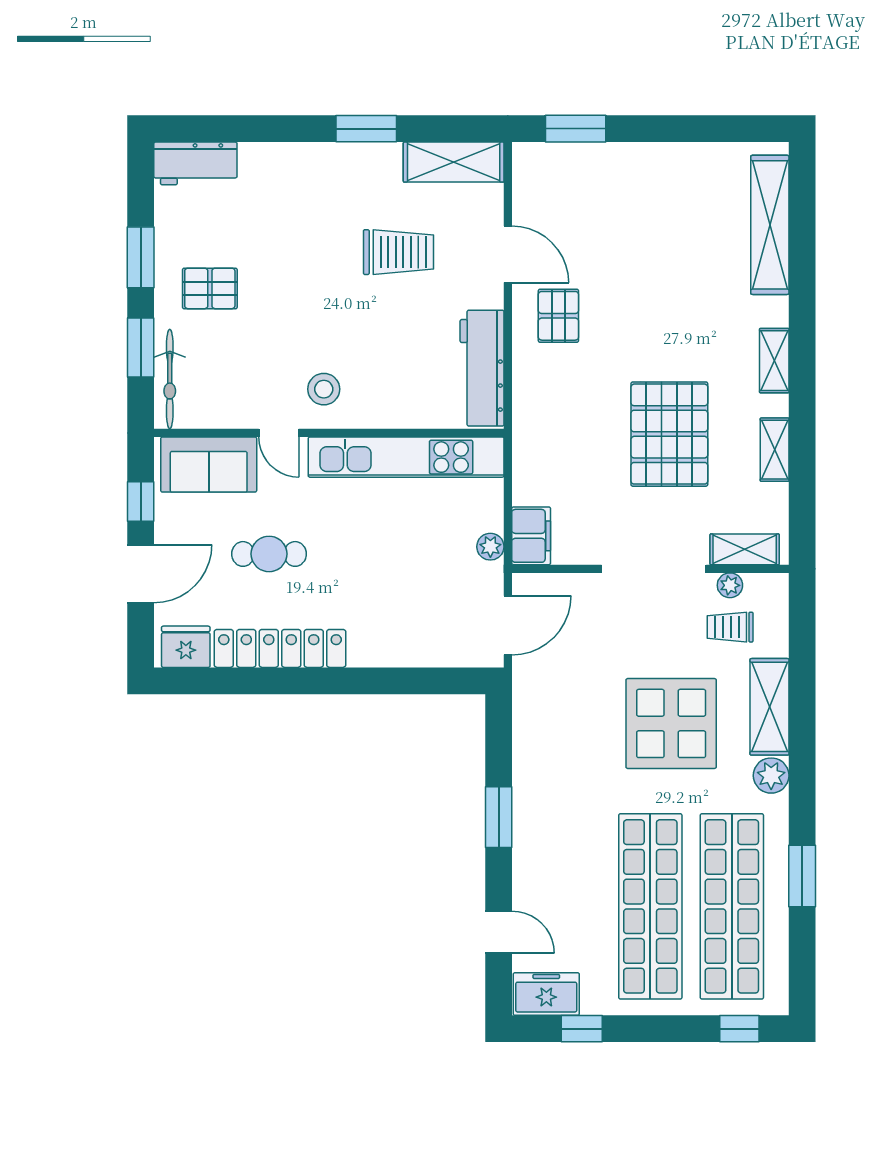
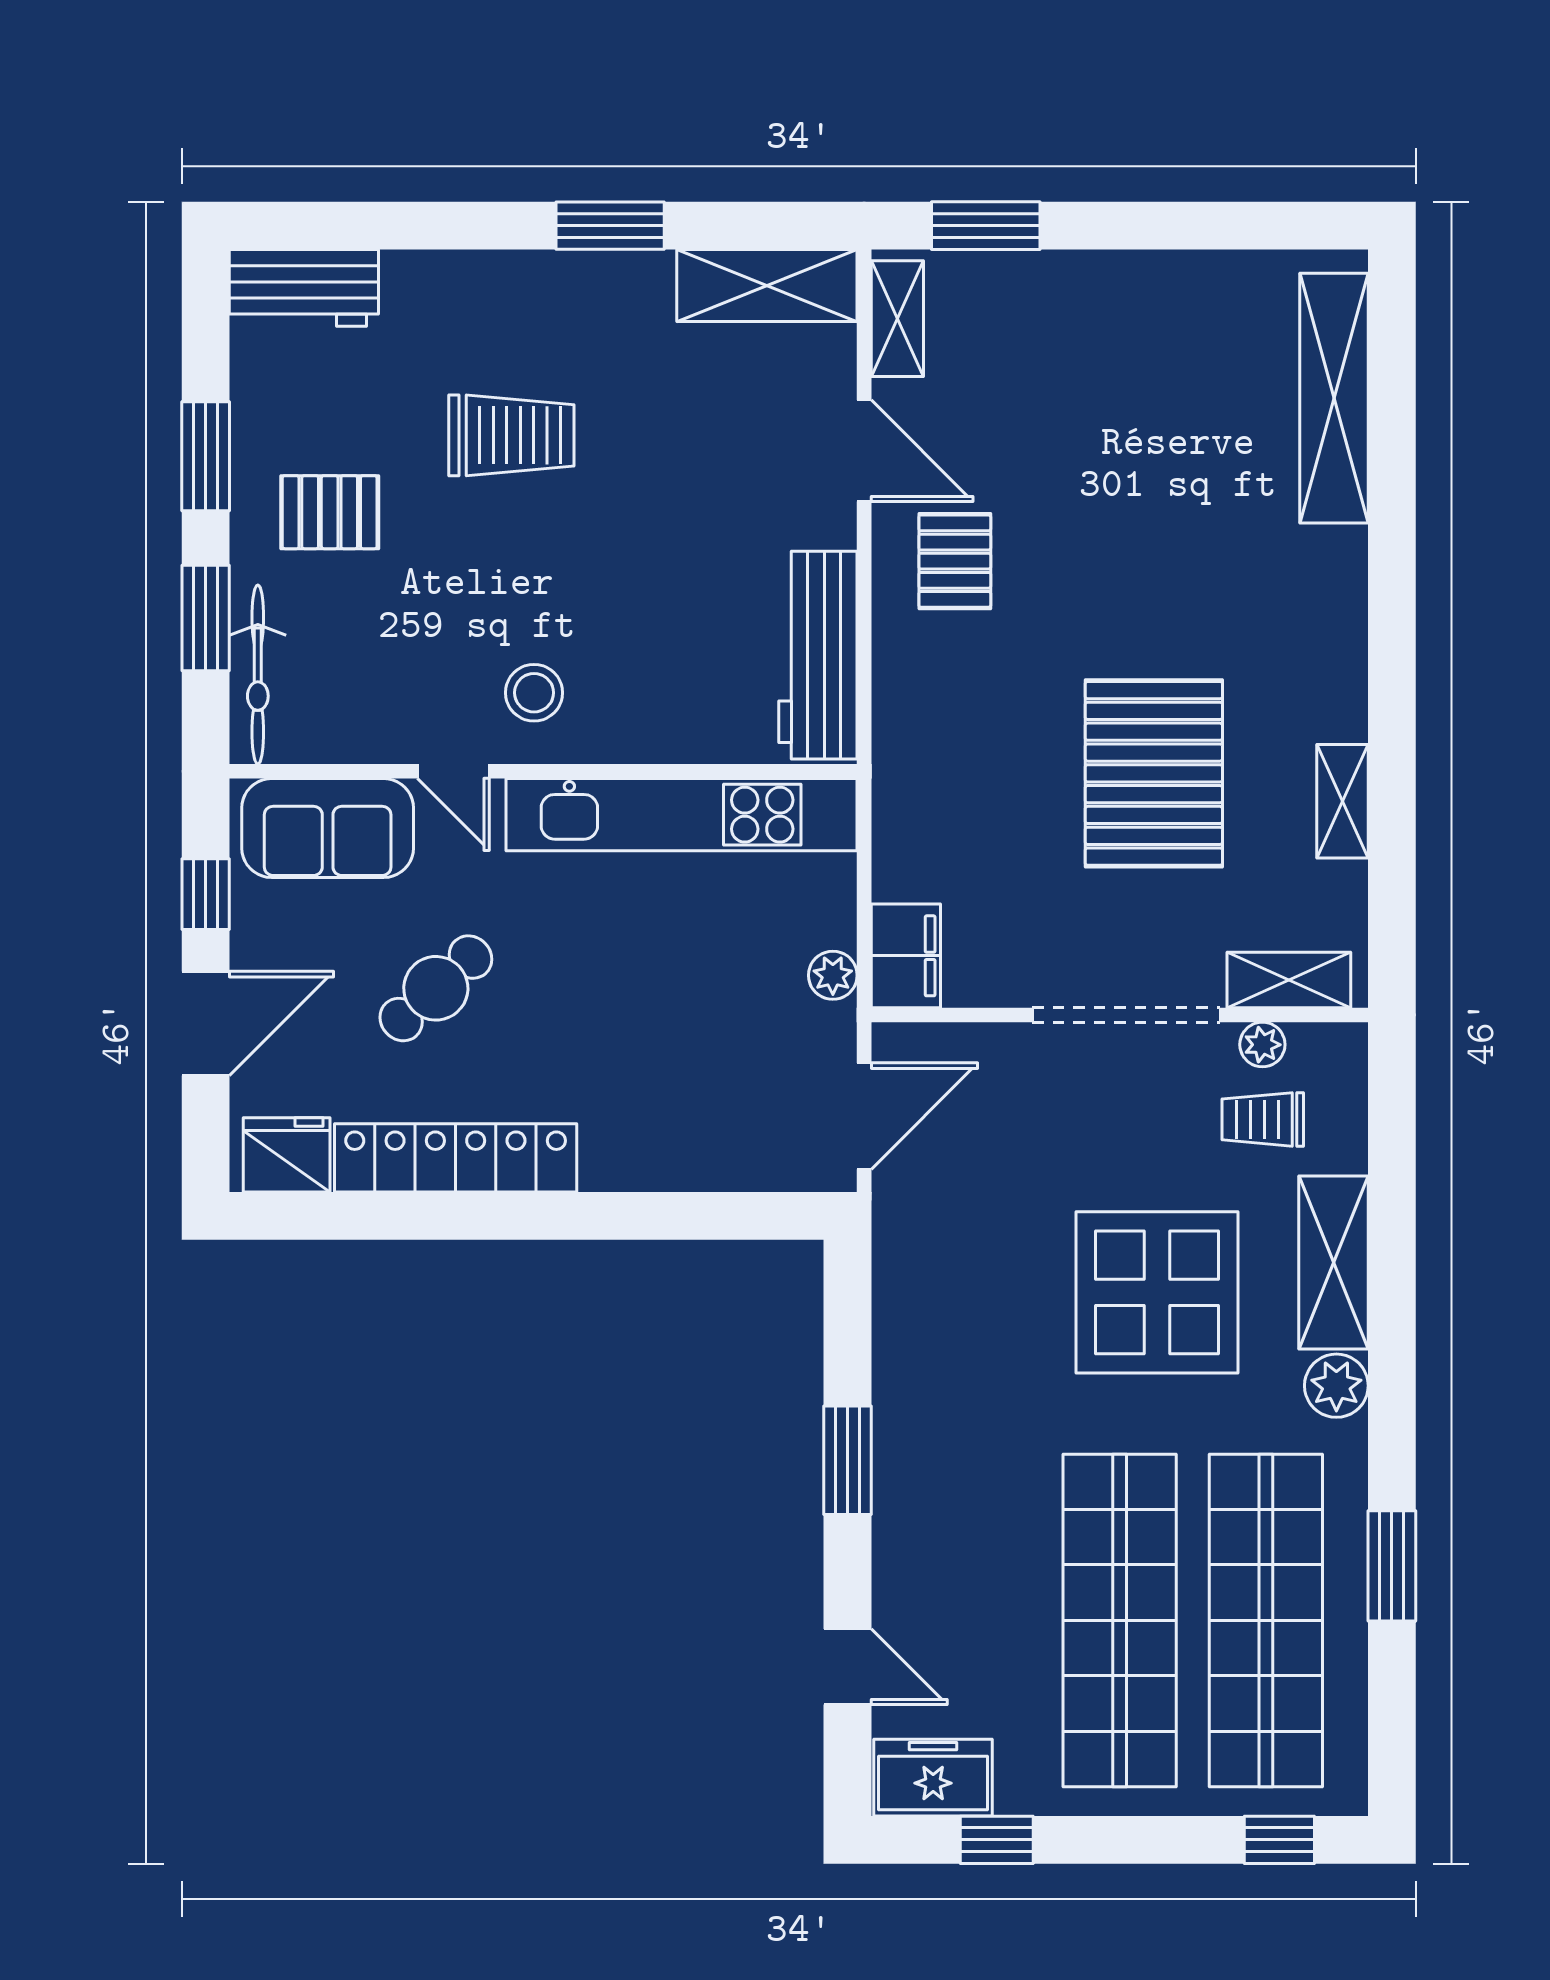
trolley: (398, 252) -> (511, 435), moved
shelving: (774, 361) -> (897, 319), moved
cafe table: (269, 554) -> (436, 988), turned -42

